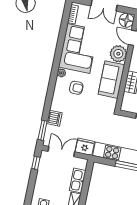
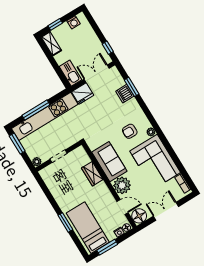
window: (43, 130) -> (132, 87), moved
double door: (61, 152) -> (97, 74), swing flipped
kitchen sink: (78, 180) -> (71, 73), moved

